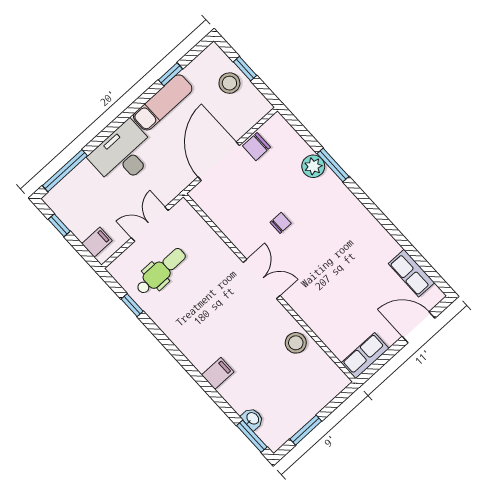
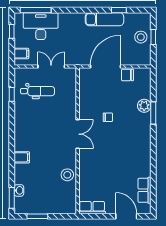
desk: (123, 154) -> (41, 26), moved

